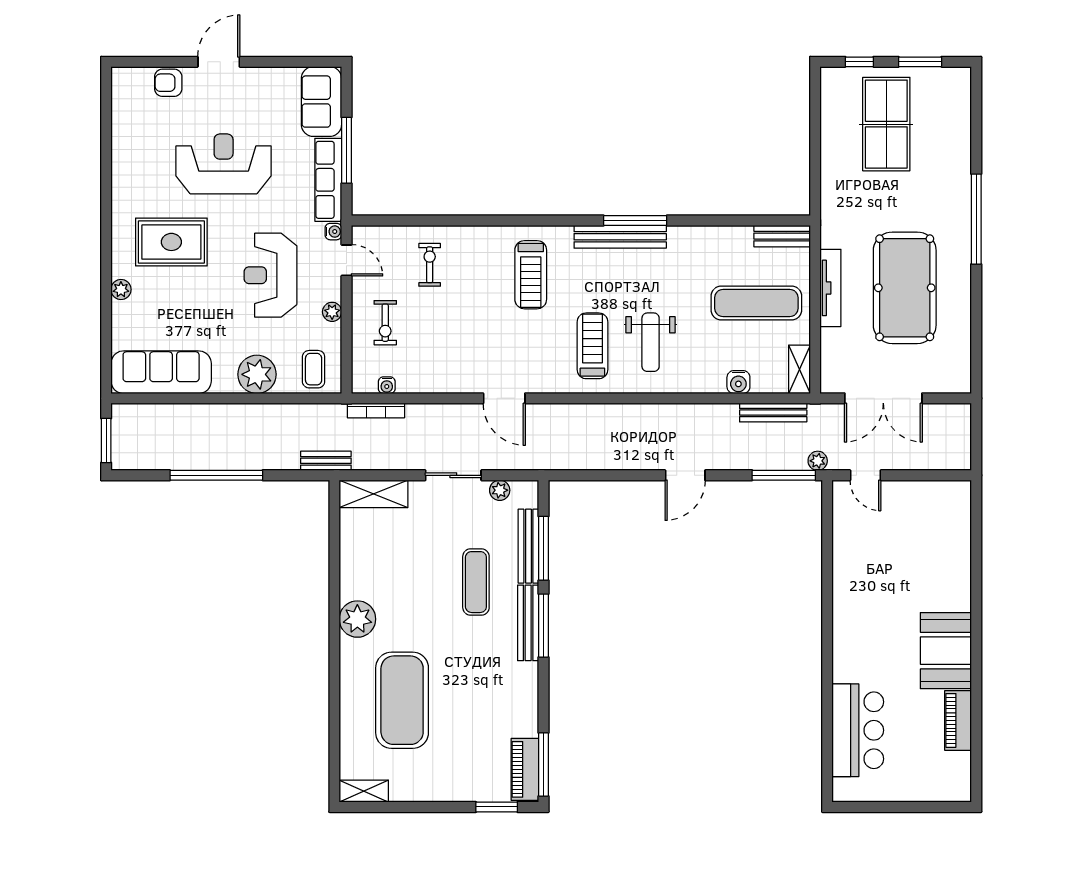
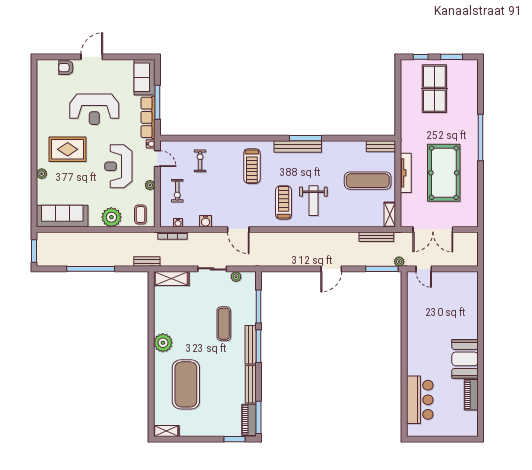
reception desk: (224, 164) -> (94, 109), turned 180
water cooler: (738, 382) -> (206, 221), moved
bench: (528, 546) -> (251, 384), moved

